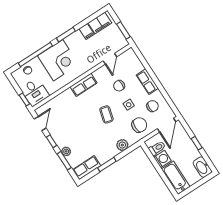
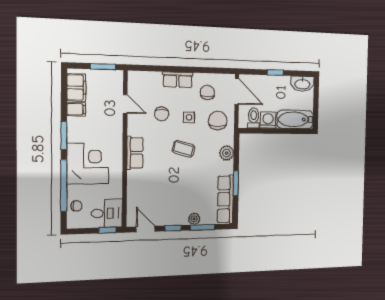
row of seats: (87, 168) -> (225, 199), width x1.48

